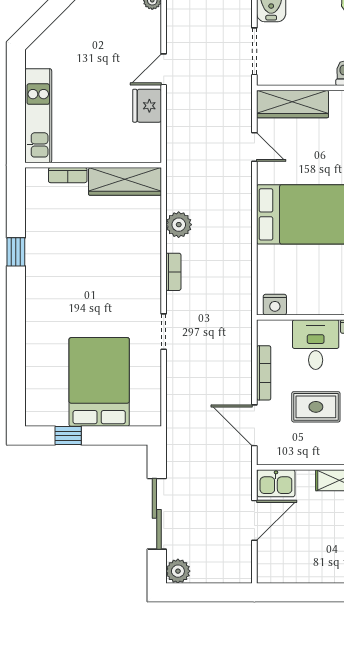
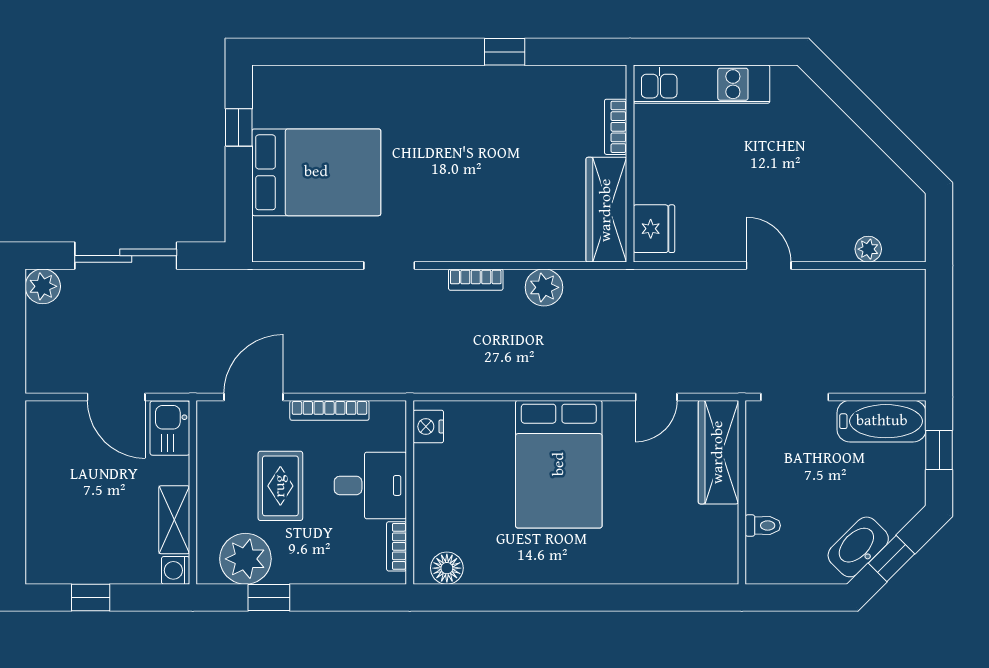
fridge: (147, 106) -> (654, 229), moved, turned 90

